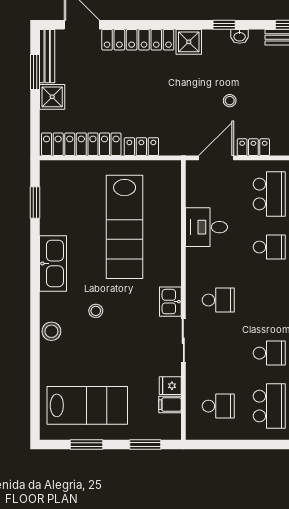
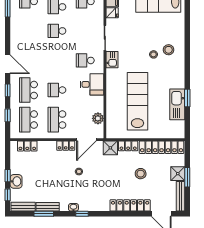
shower: (189, 42) -> (110, 148), moved
window: (35, 72) -> (187, 177), moved
stool: (119, 97) -> (141, 174), added
plant: (196, 196) -> (98, 118), added
window: (35, 203) -> (187, 98), moved
desk: (206, 227) -> (92, 84), moved
kitchen sink: (53, 263) -> (177, 104), moved
stool: (51, 331) -> (169, 50), moved

